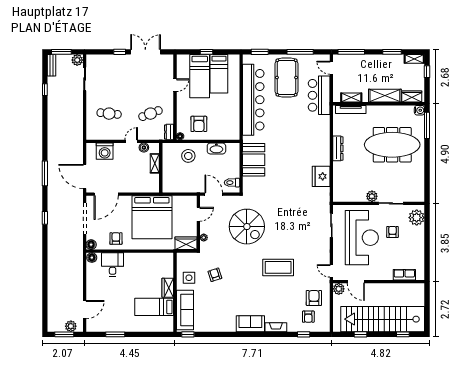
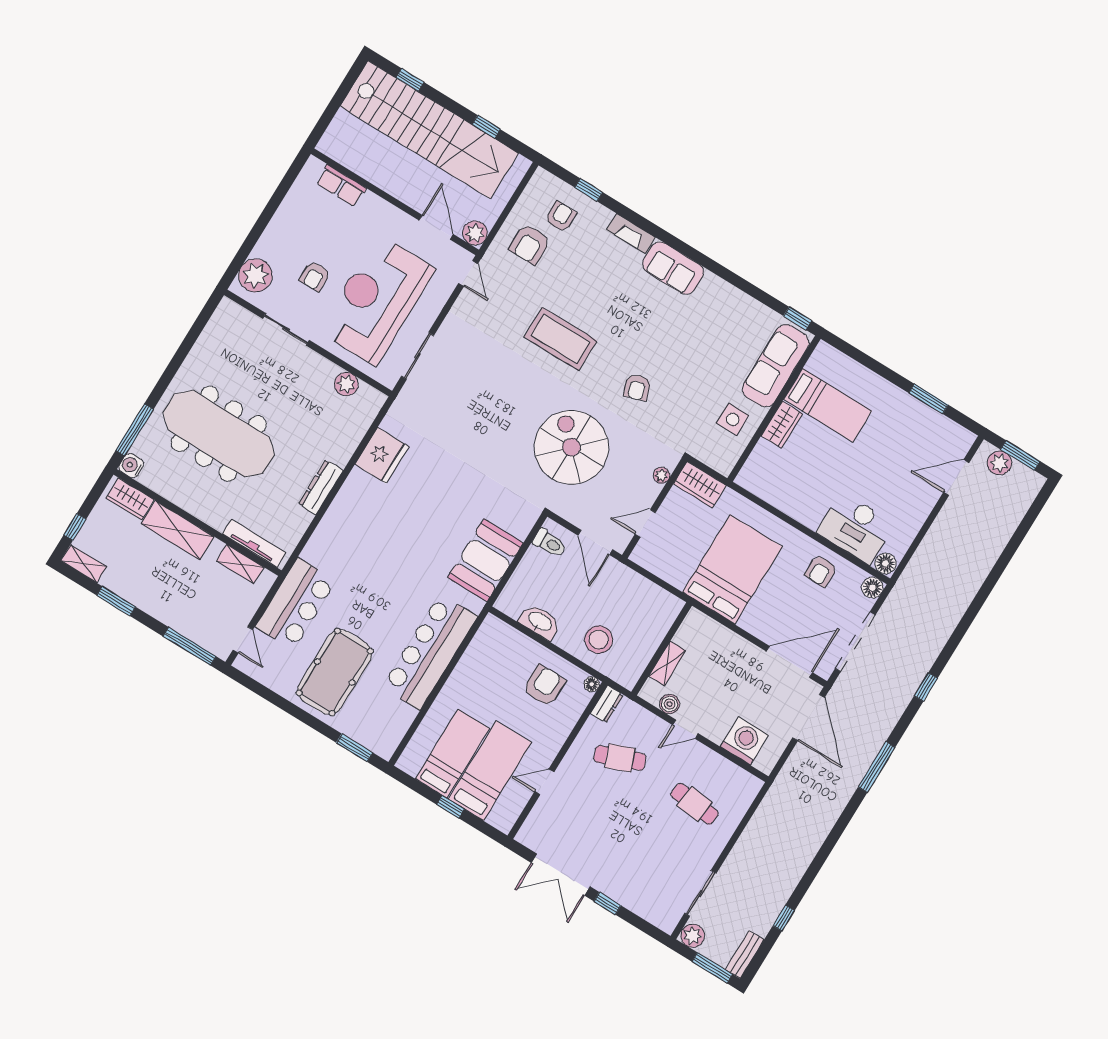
window: (300, 52) -> (282, 703), removed
bar counter: (253, 100) -> (430, 652), width x0.73
plant: (372, 196) -> (346, 384), moved
bed: (152, 217) -> (732, 569), width x0.73
desk: (113, 264) -> (856, 528), width x1.37
armchair: (215, 275) -> (637, 387), moved

